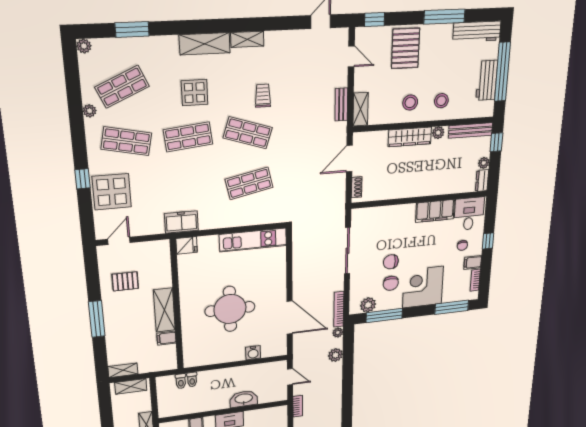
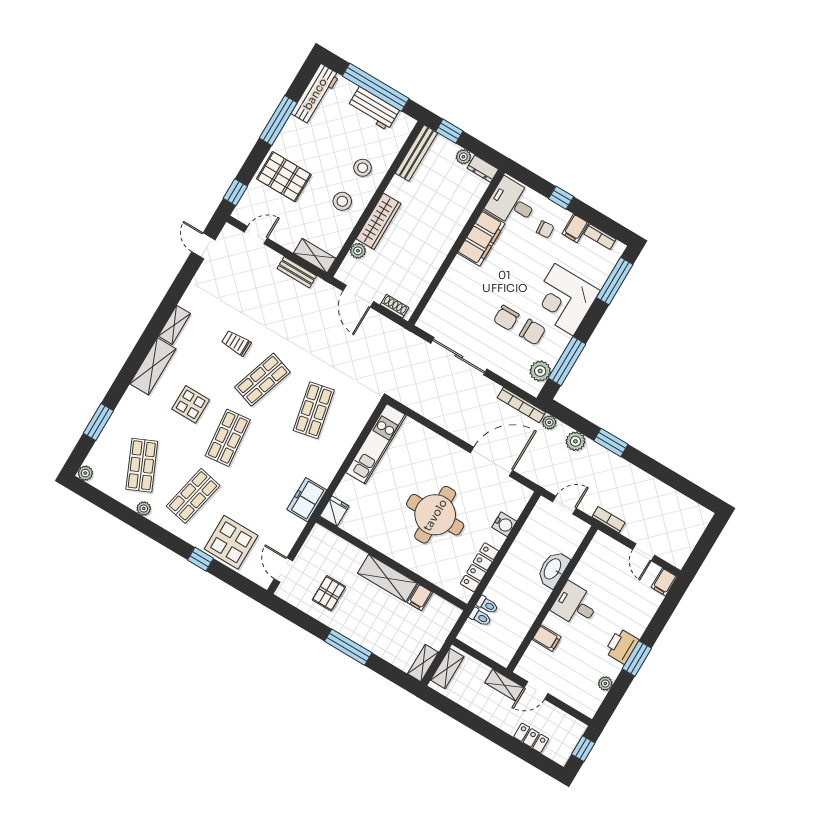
plant: (438, 133) -> (358, 251), moved
locker: (214, 358) -> (480, 567), added
window: (348, 374) -> (611, 442), added

